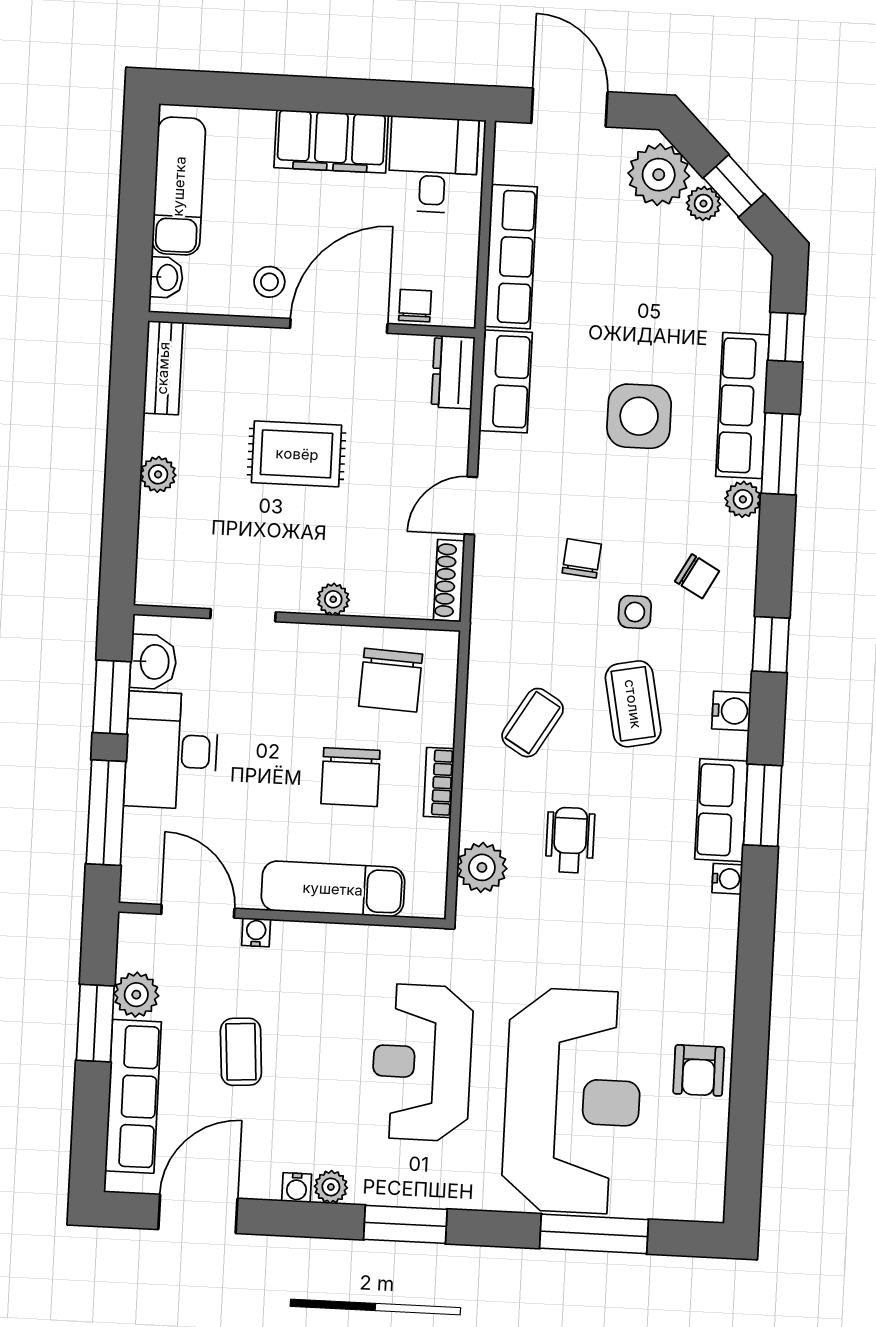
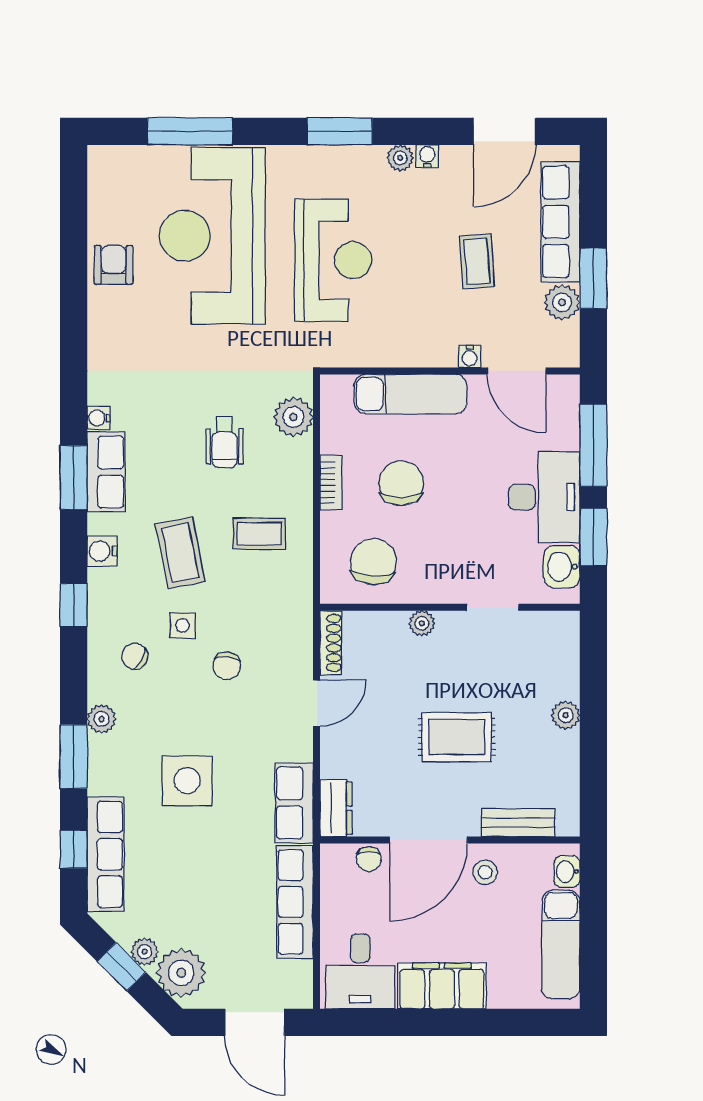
bench: (163, 368) -> (518, 823), moved, turned 90
row of seats: (743, 406) -> (106, 854), moved
coffee table: (533, 723) -> (259, 534), turned 59

